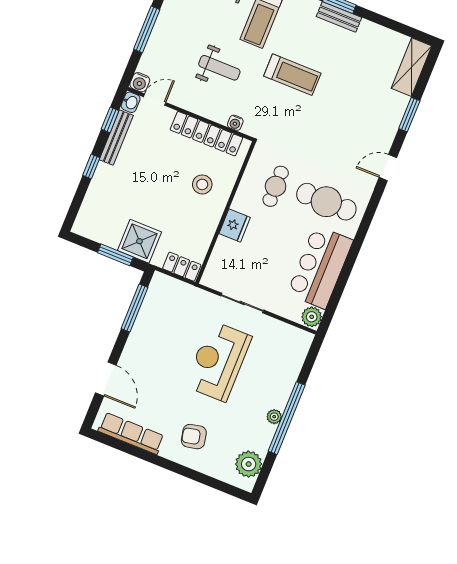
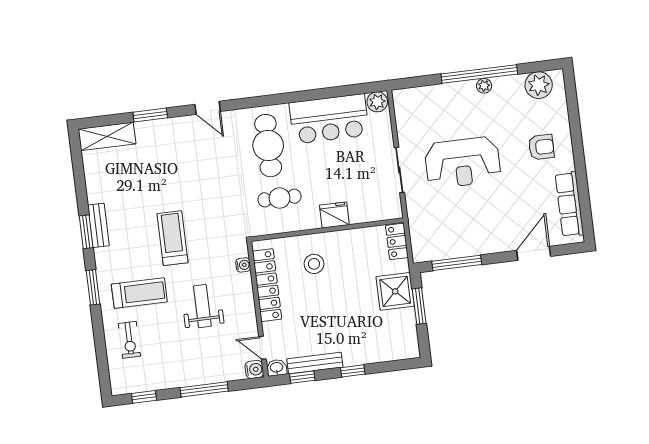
armchair: (194, 437) -> (541, 147), turned -78

